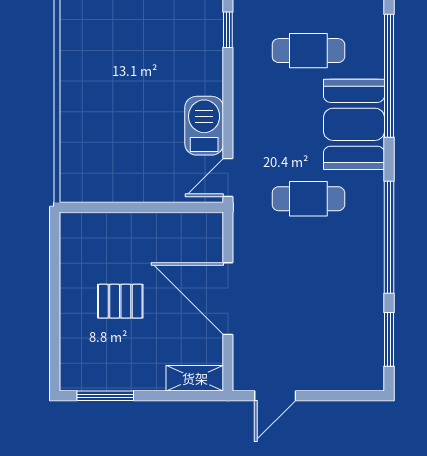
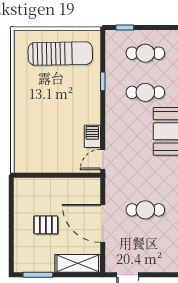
barbecue: (204, 126) -> (92, 136), width x0.73, depth x0.79
cafe table: (308, 199) -> (145, 210), moved
shelving: (195, 378) -> (78, 263), width x1.50, depth x1.33

